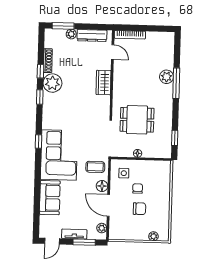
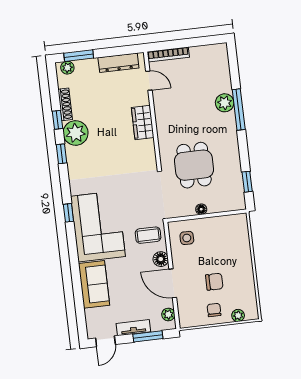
plant: (71, 34) -> (67, 68), moved
dining table: (137, 120) -> (194, 165), turned 90
chair: (138, 189) -> (214, 310), moved

